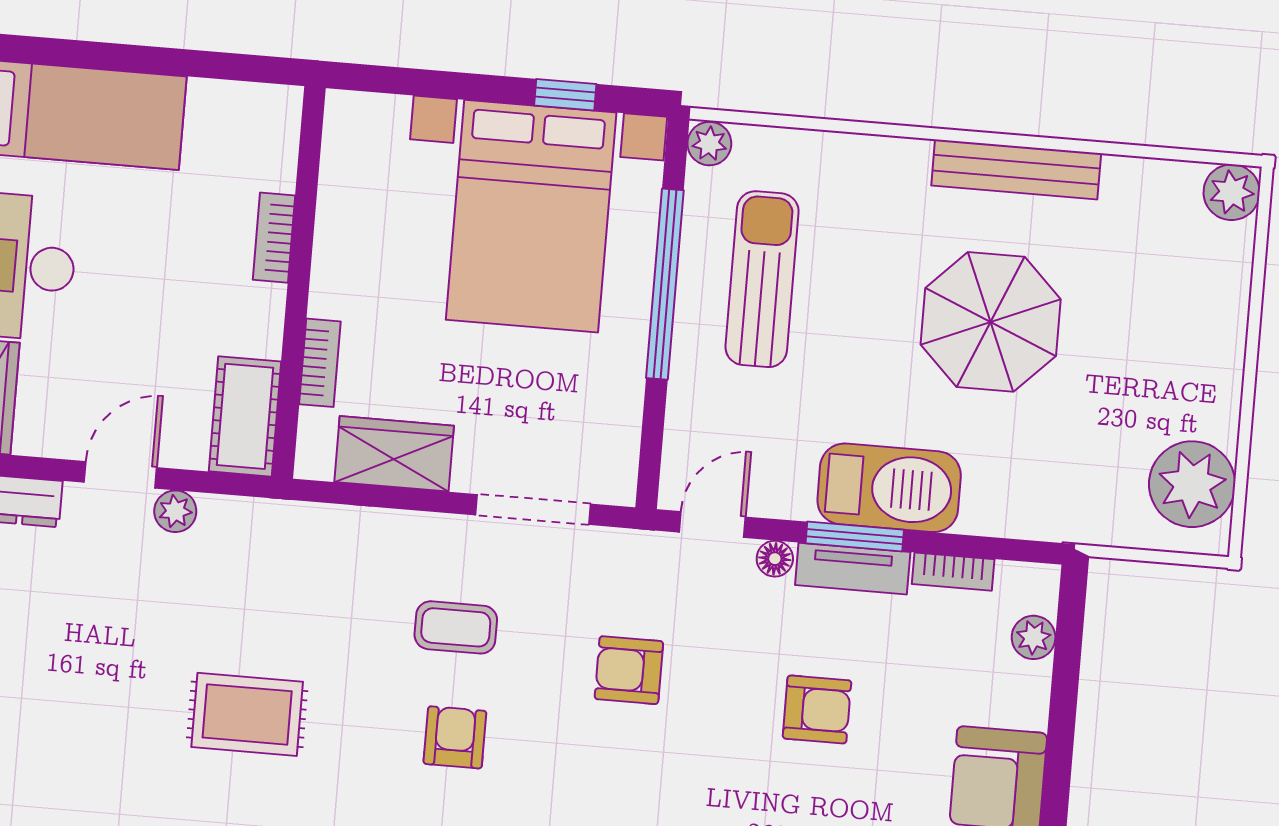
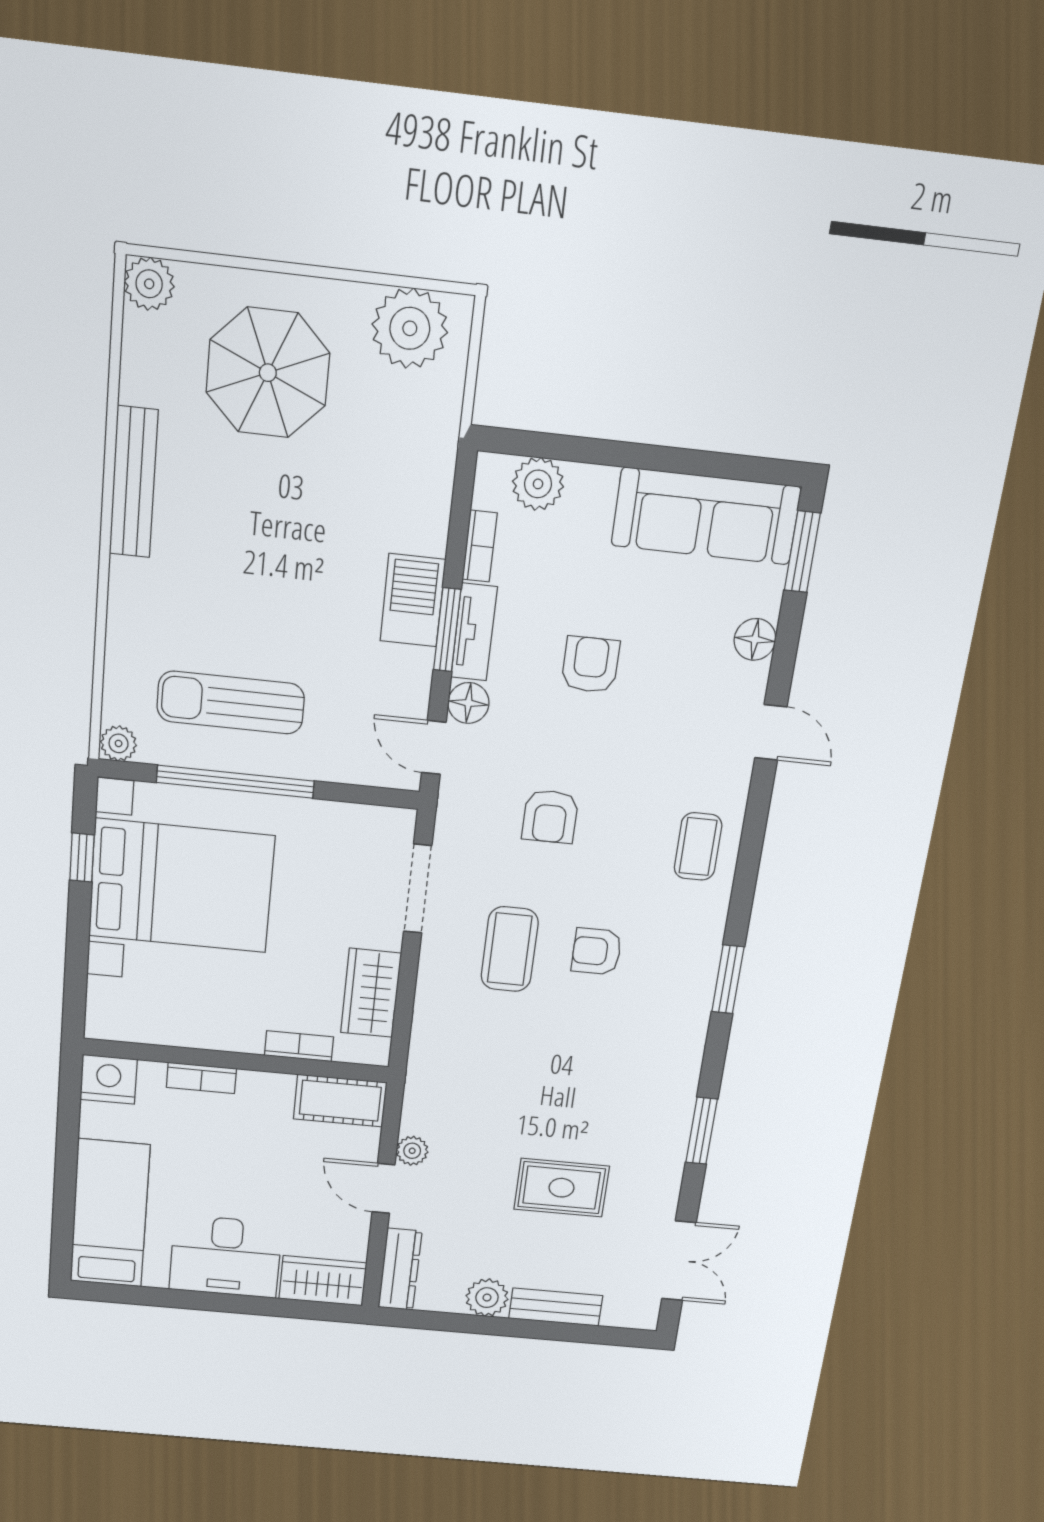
nightstand: (270, 119) -> (109, 1079), added
parasol: (991, 322) -> (268, 373), moved
barbecue: (889, 488) -> (413, 600), width x0.73, depth x0.83
floor lamp: (775, 559) -> (468, 703), width x1.37, depth x1.37
coffee table: (456, 627) -> (510, 949), width x1.36, depth x1.30
plant: (1034, 637) -> (538, 484), width x1.38, depth x1.38
rug: (247, 714) -> (562, 1188), moved, turned 90

